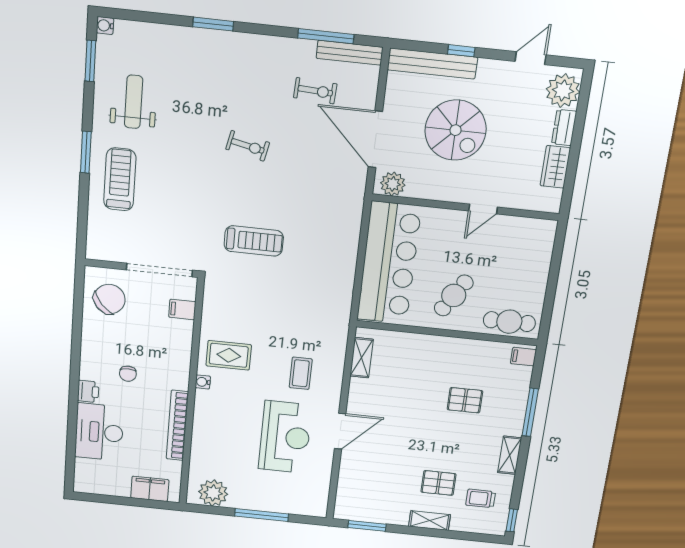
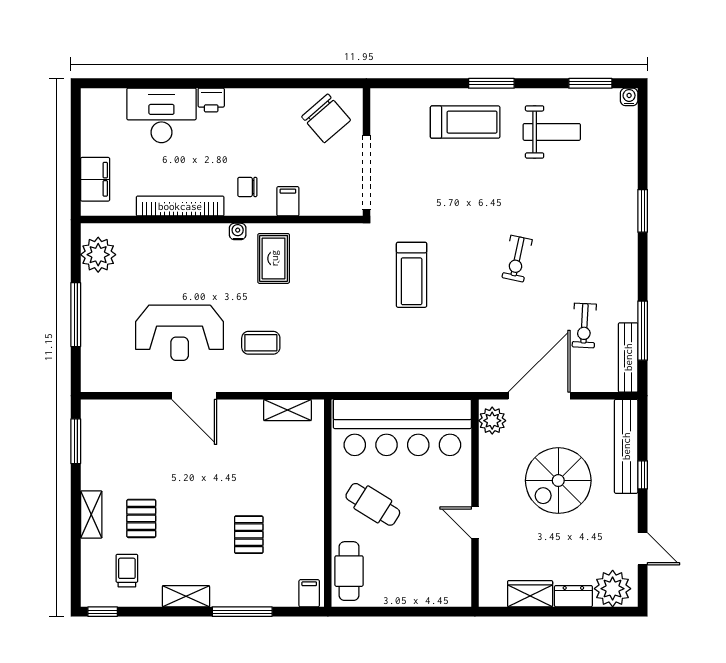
filing cabinet: (182, 309) -> (288, 201), moved
chair: (128, 374) -> (247, 187), moved

